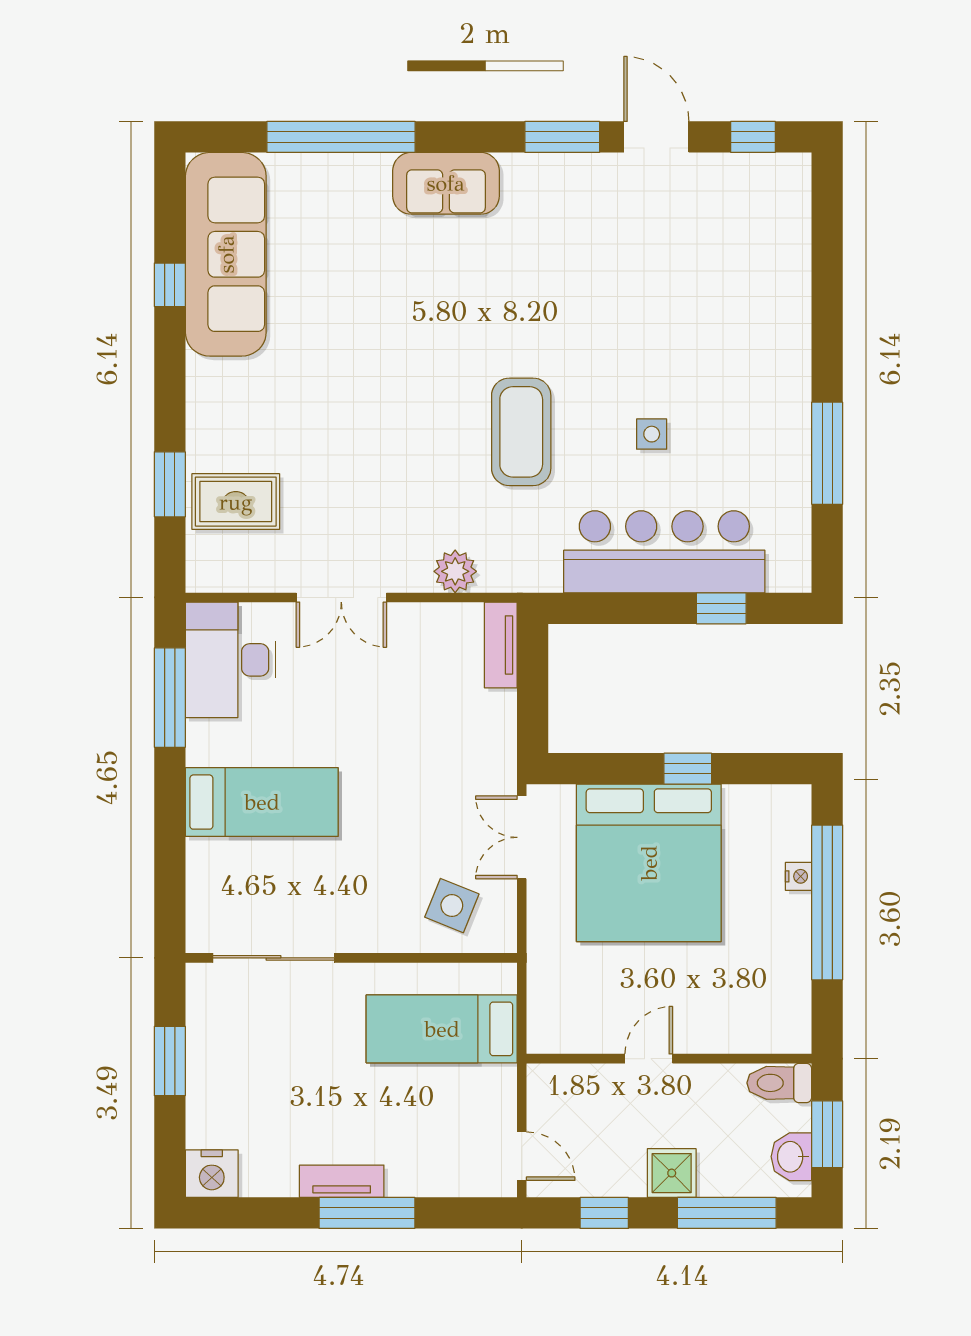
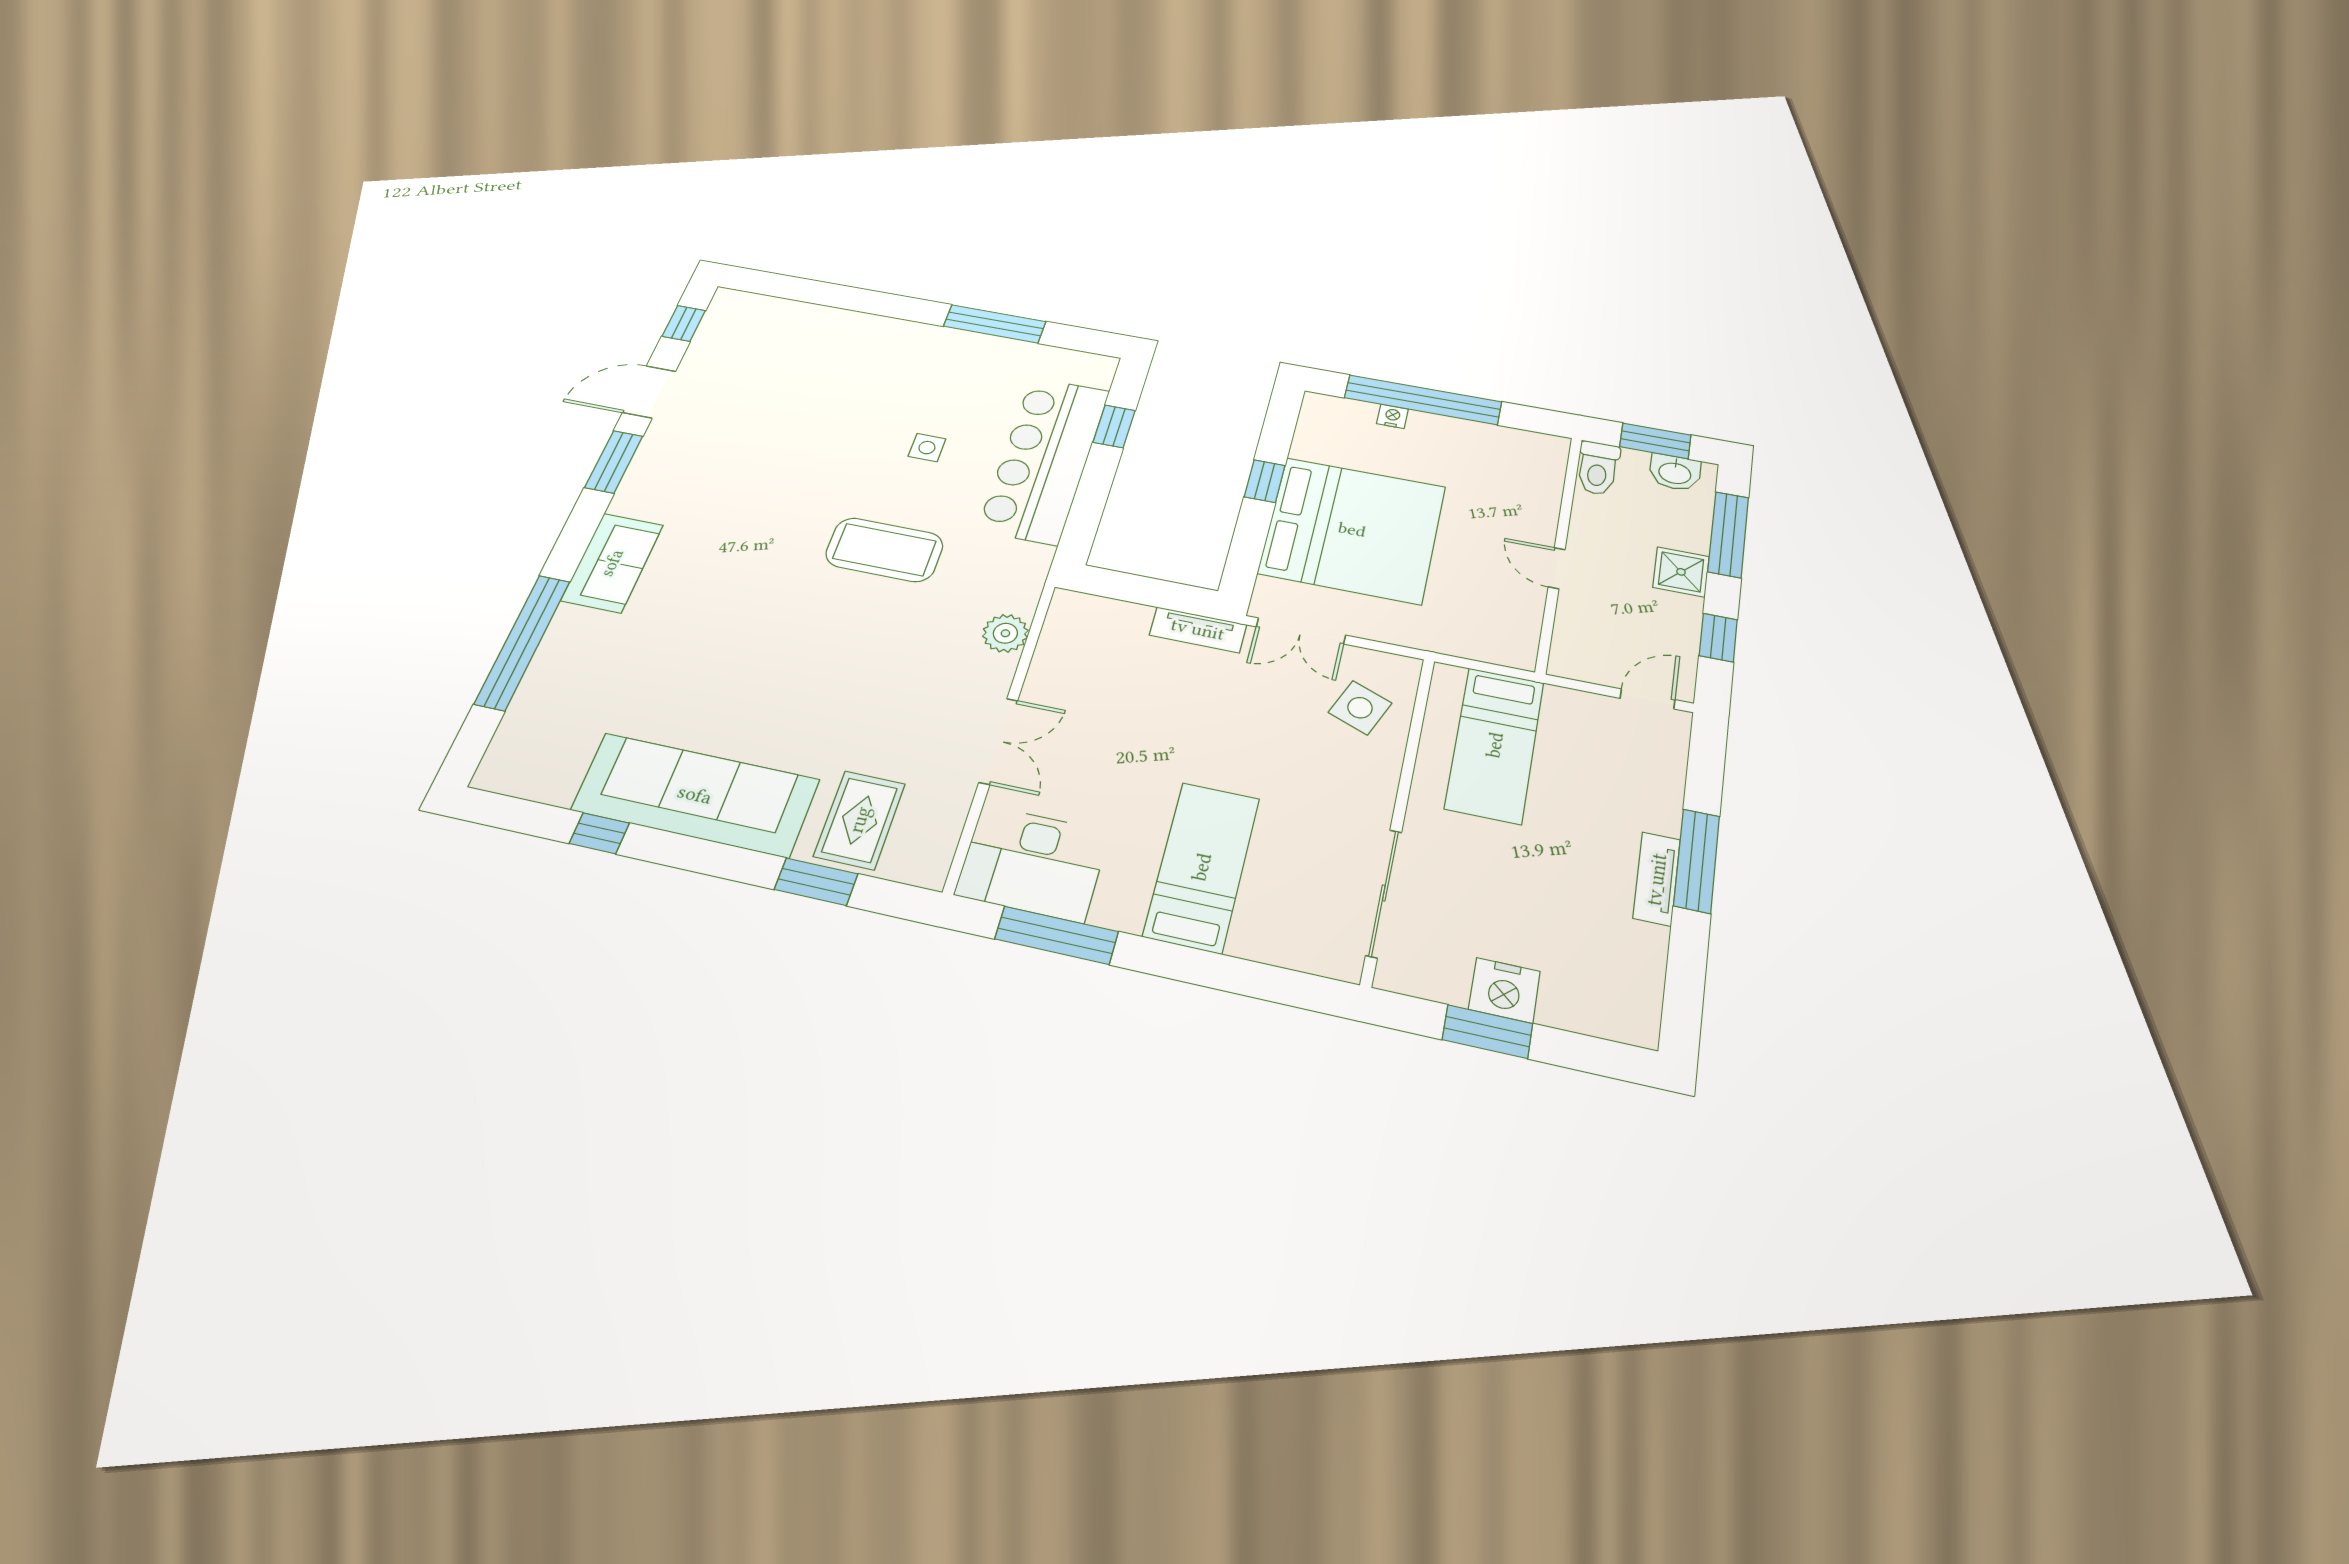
sofa: (226, 254) -> (695, 795), moved
tv unit: (501, 645) -> (1198, 630), moved
nightstand: (212, 1174) -> (1504, 990), moved, turned 90

